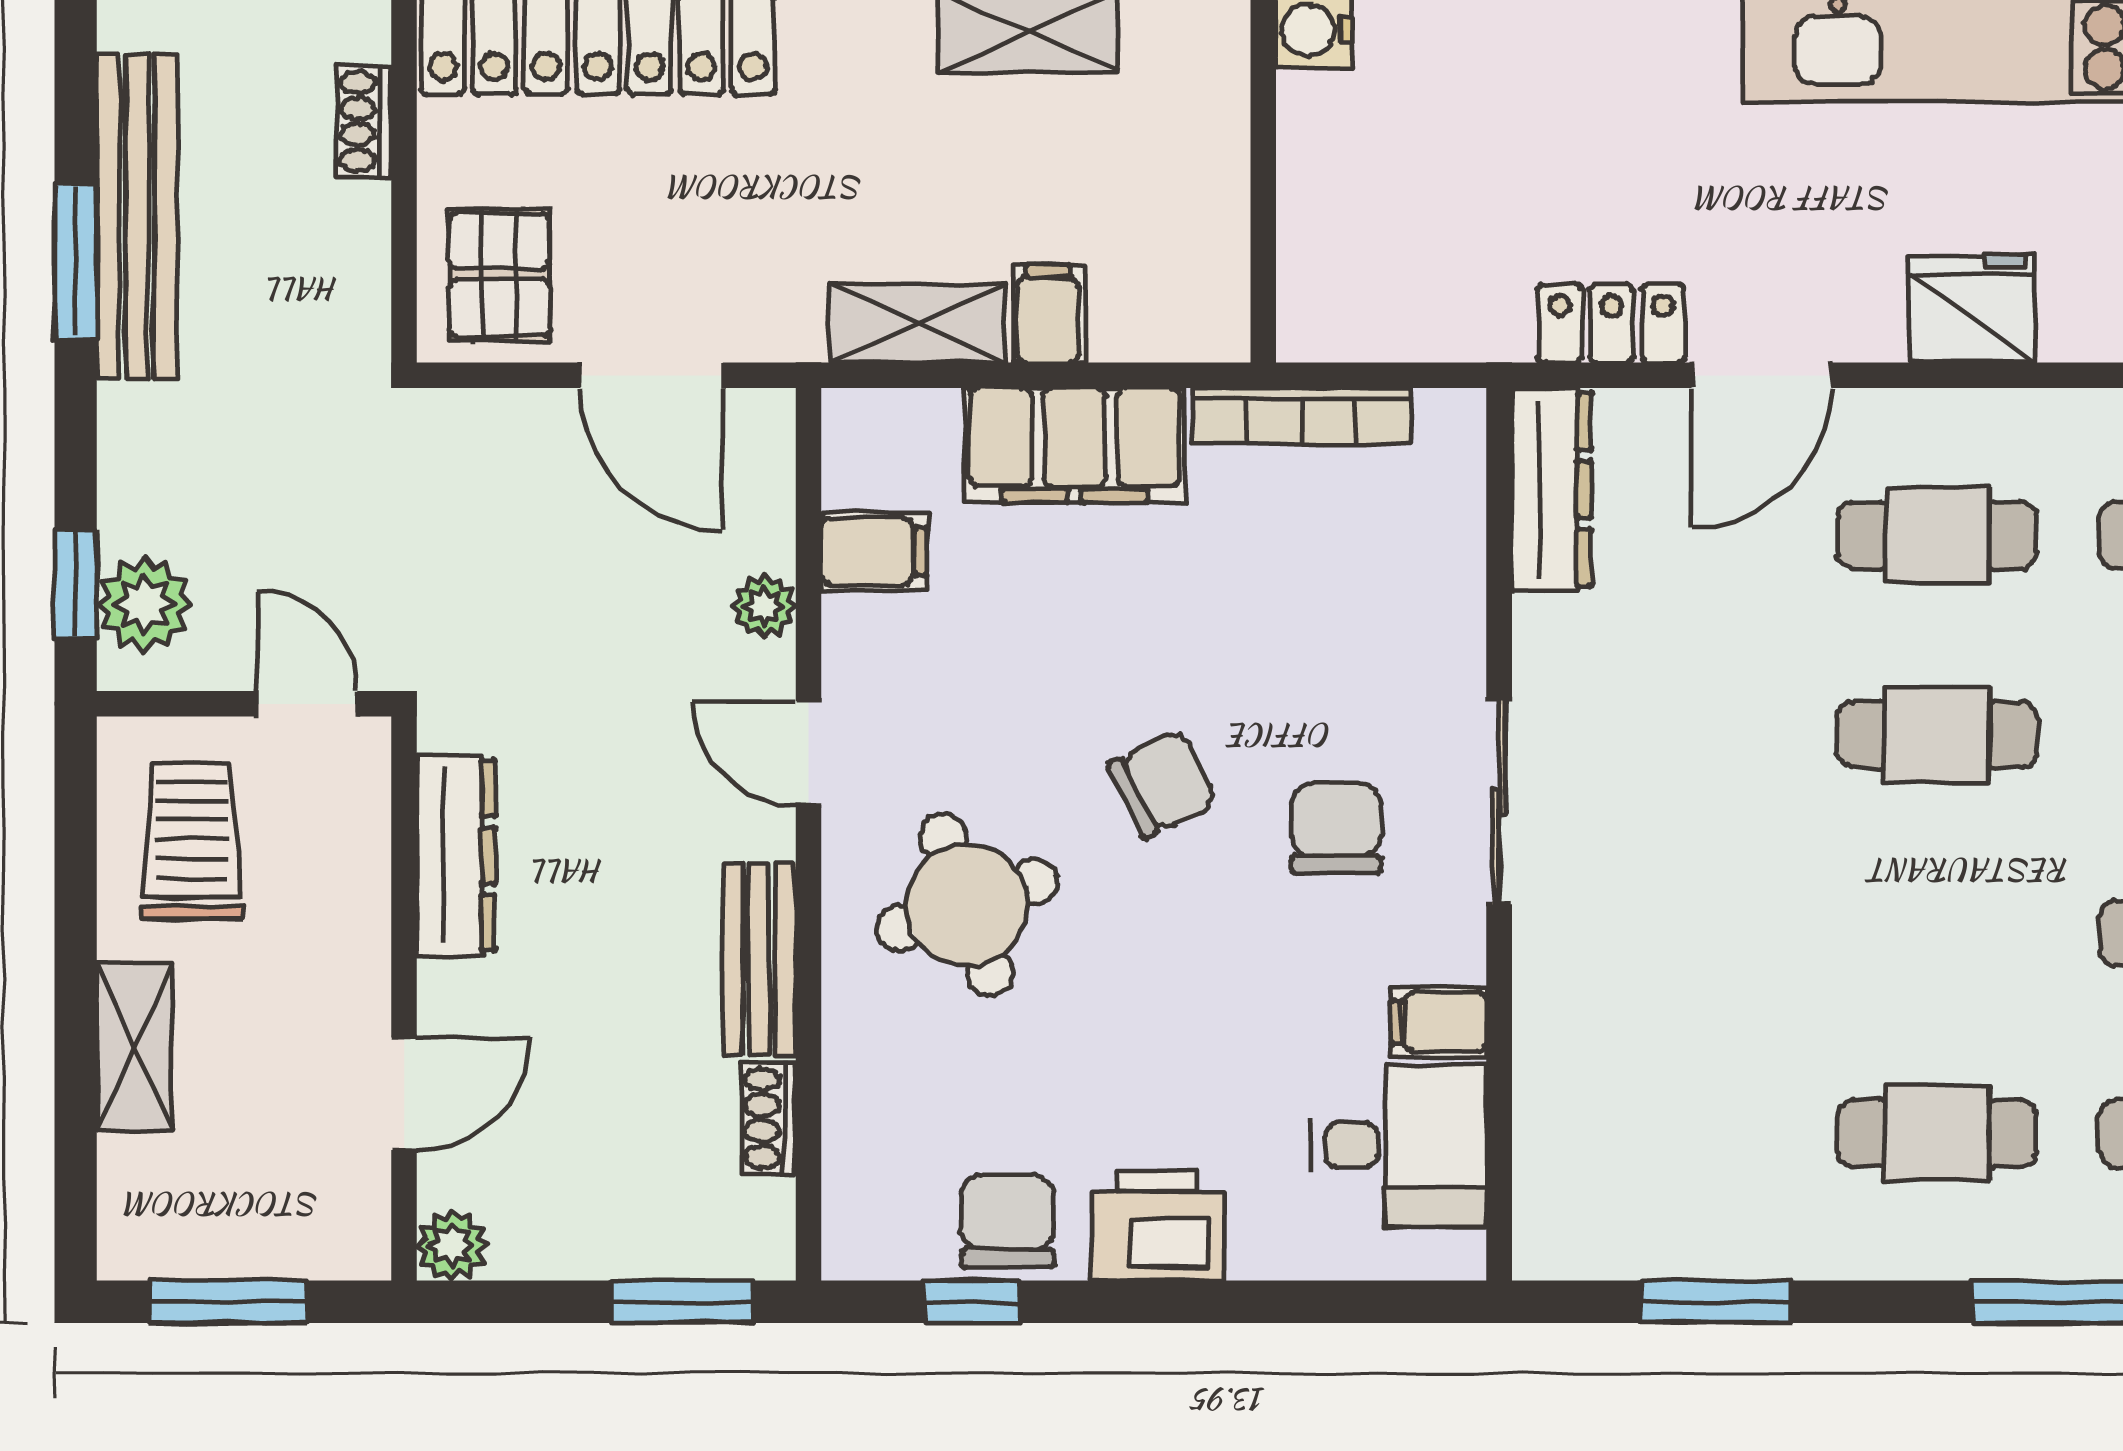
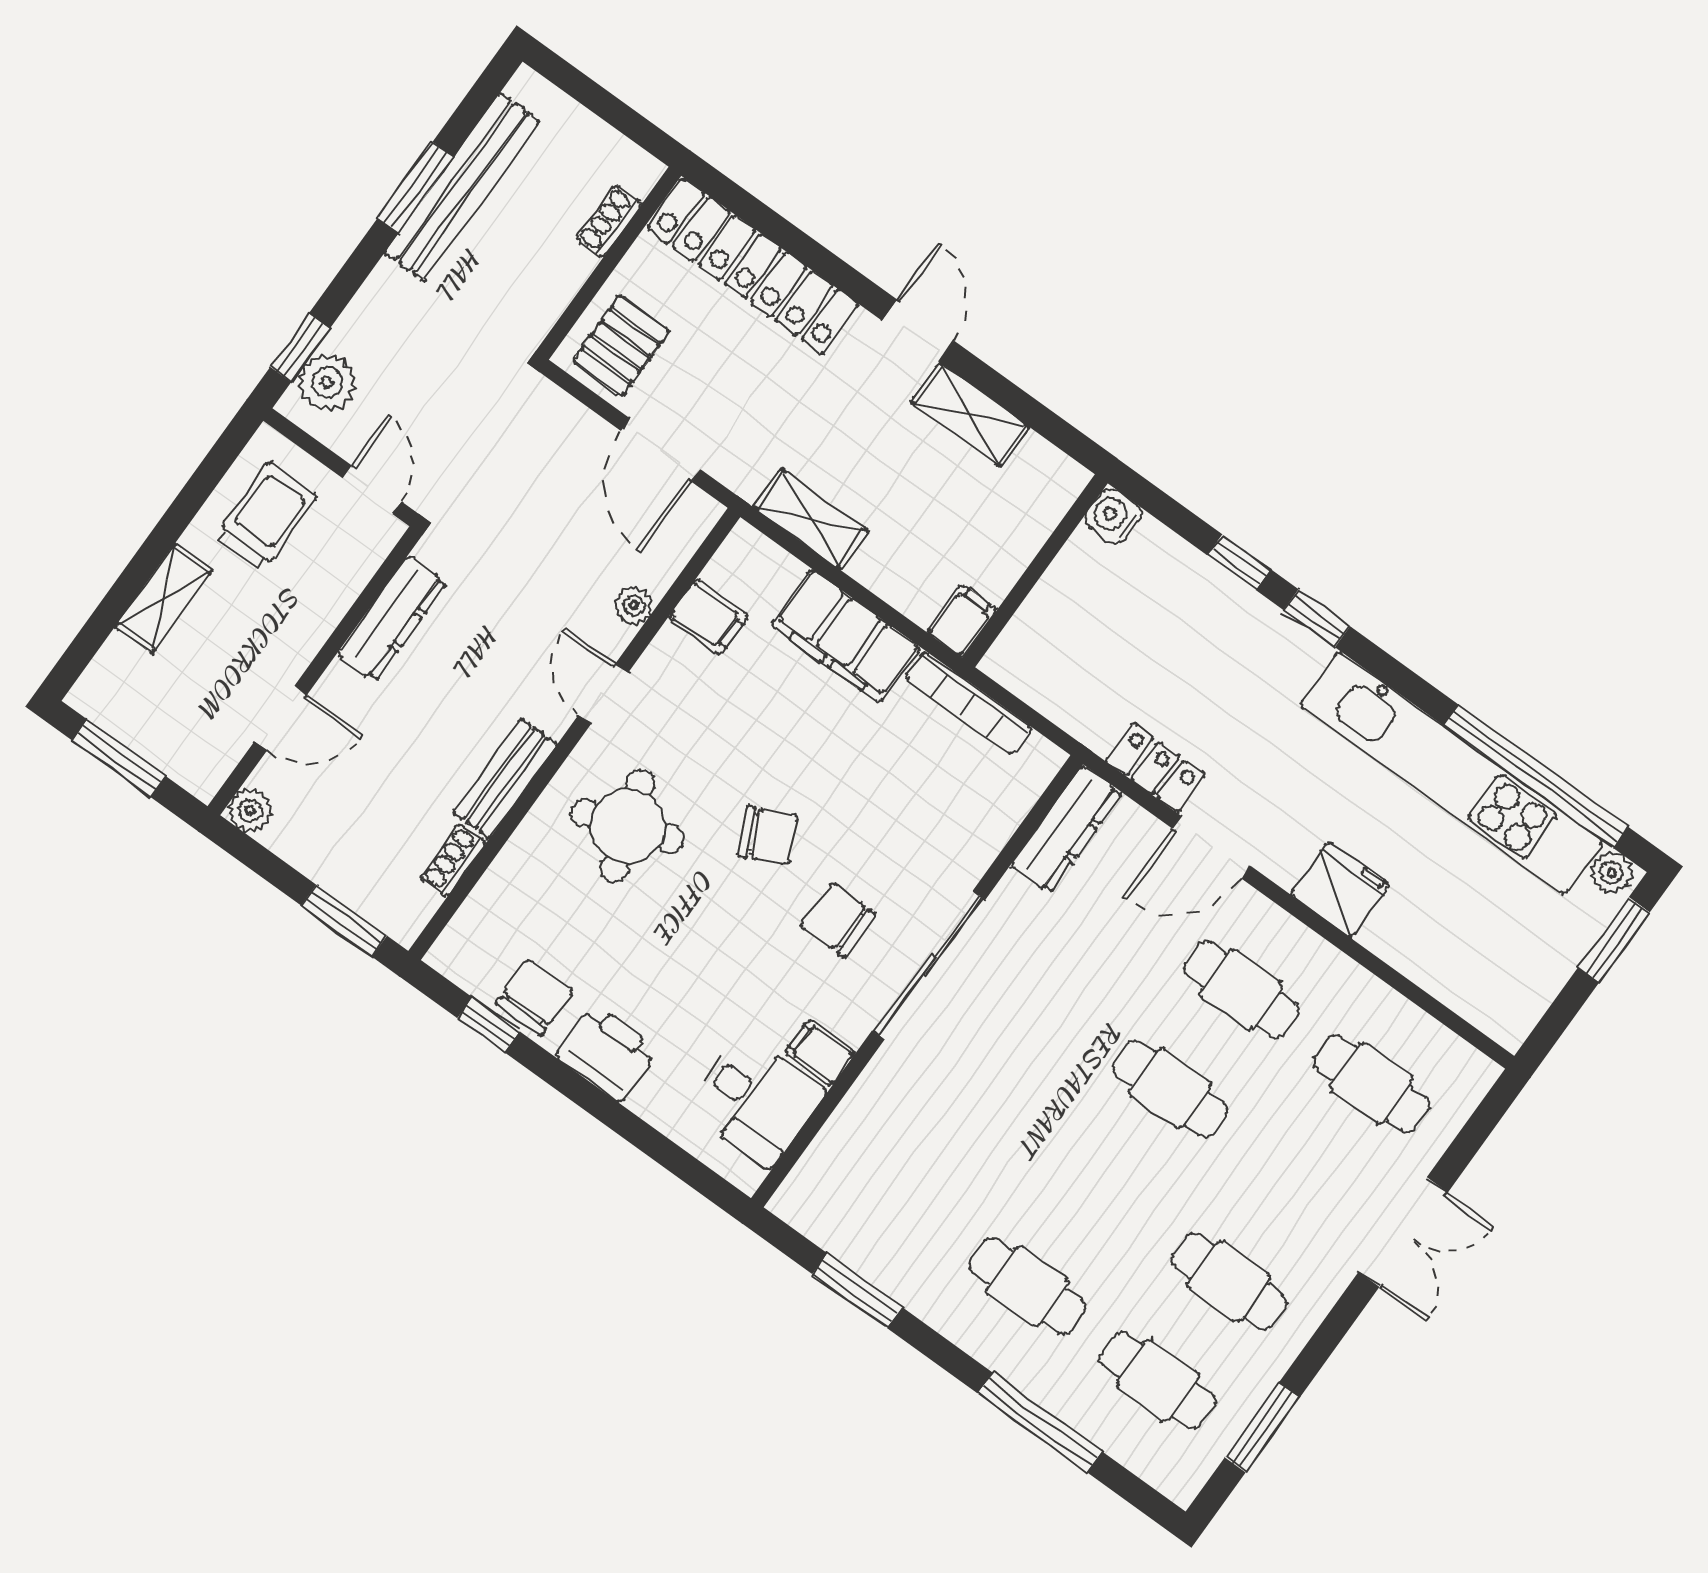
filing cabinet: (1048, 314) -> (962, 621), moved
sliding door: (1499, 801) -> (929, 965), width x1.37
chair: (1336, 828) -> (838, 920), turned -90

